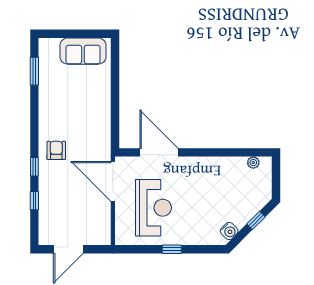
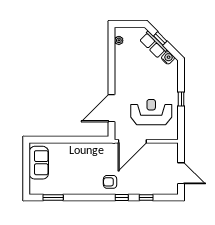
row of seats: (248, 210) -> (153, 45), added

